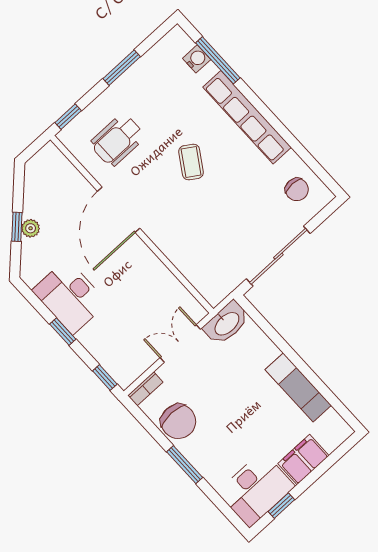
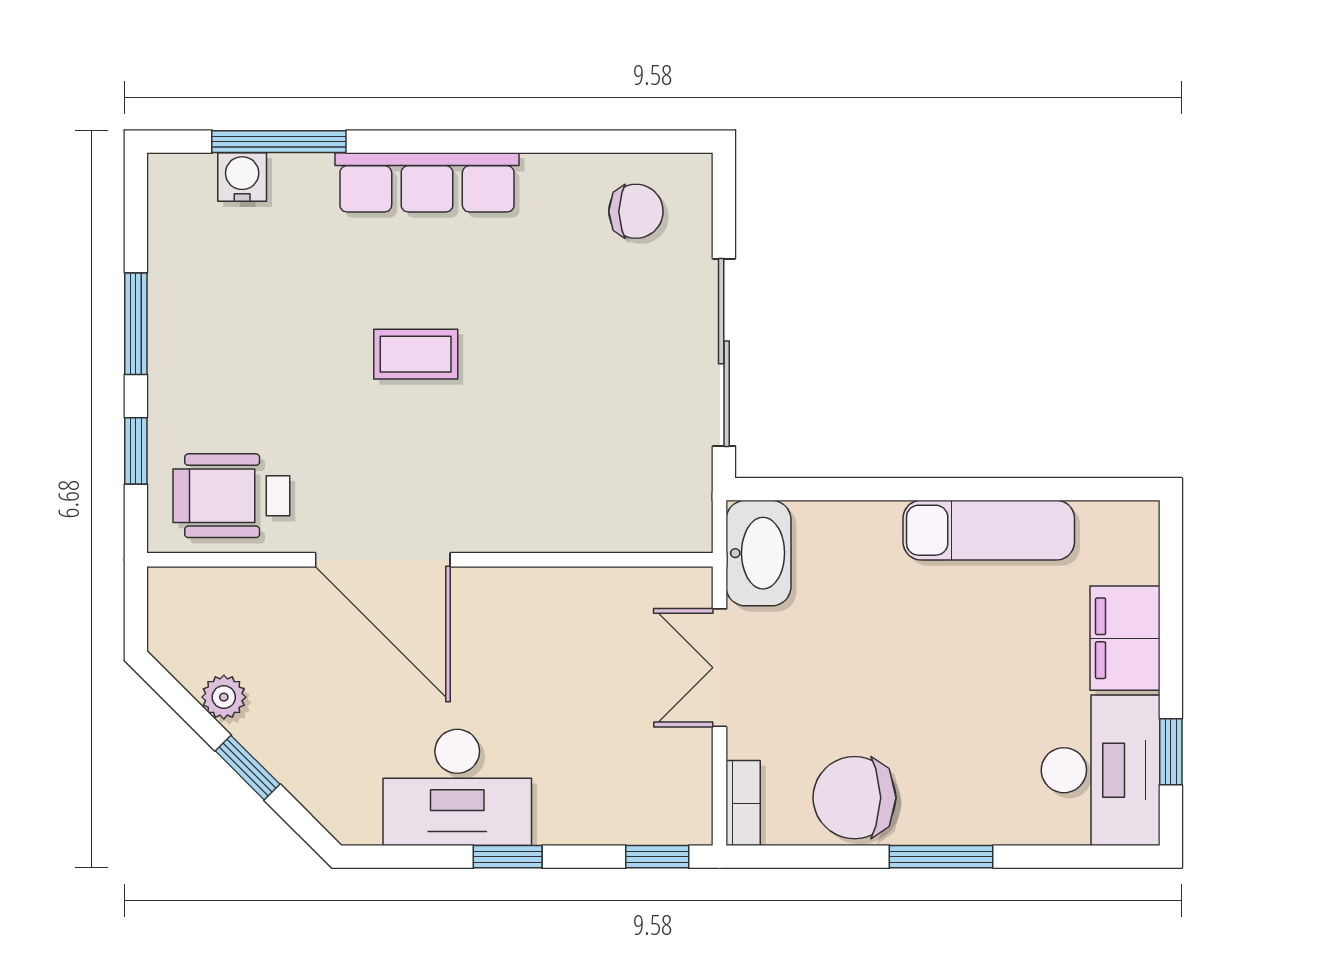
window: (68, 117) -> (136, 451), moved
row of seats: (247, 117) -> (427, 182), width x0.73
wheelchair: (117, 140) -> (231, 496), moved, turned 90
coffee table: (191, 162) -> (416, 354), turned -33
plant: (31, 228) -> (224, 697), moved
chair: (178, 421) -> (854, 798), turned 180

